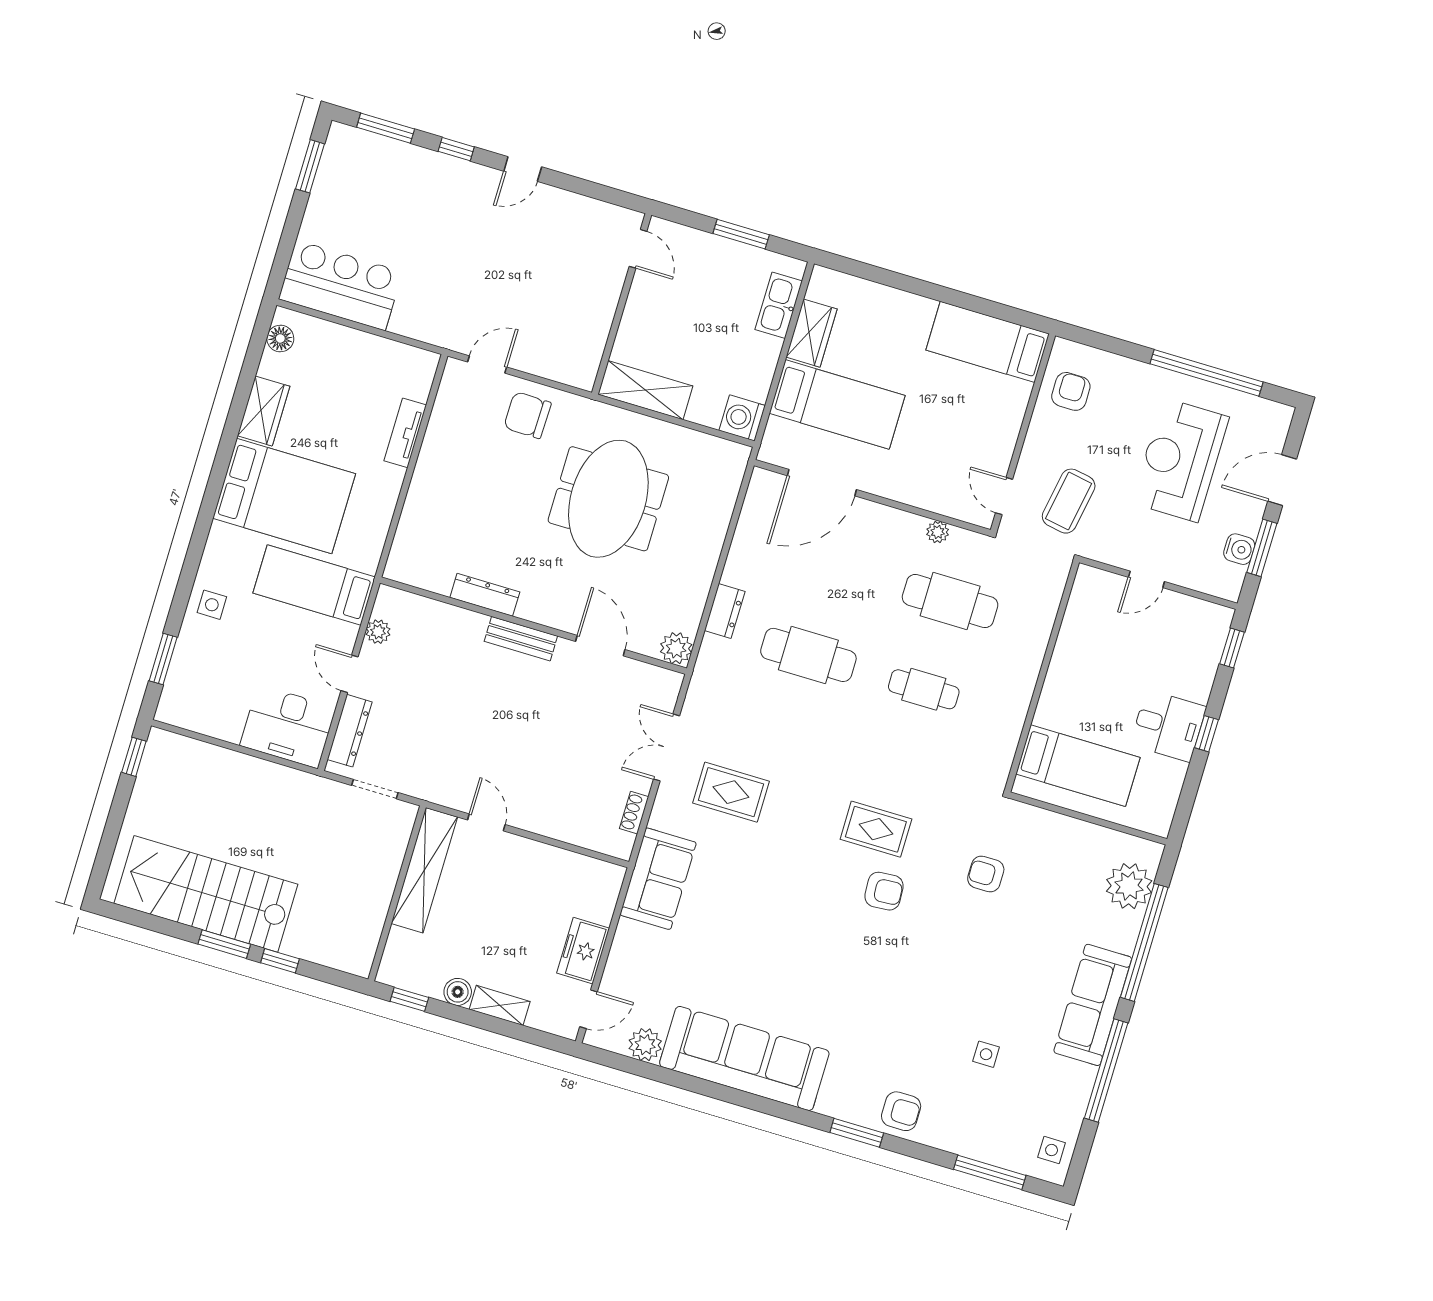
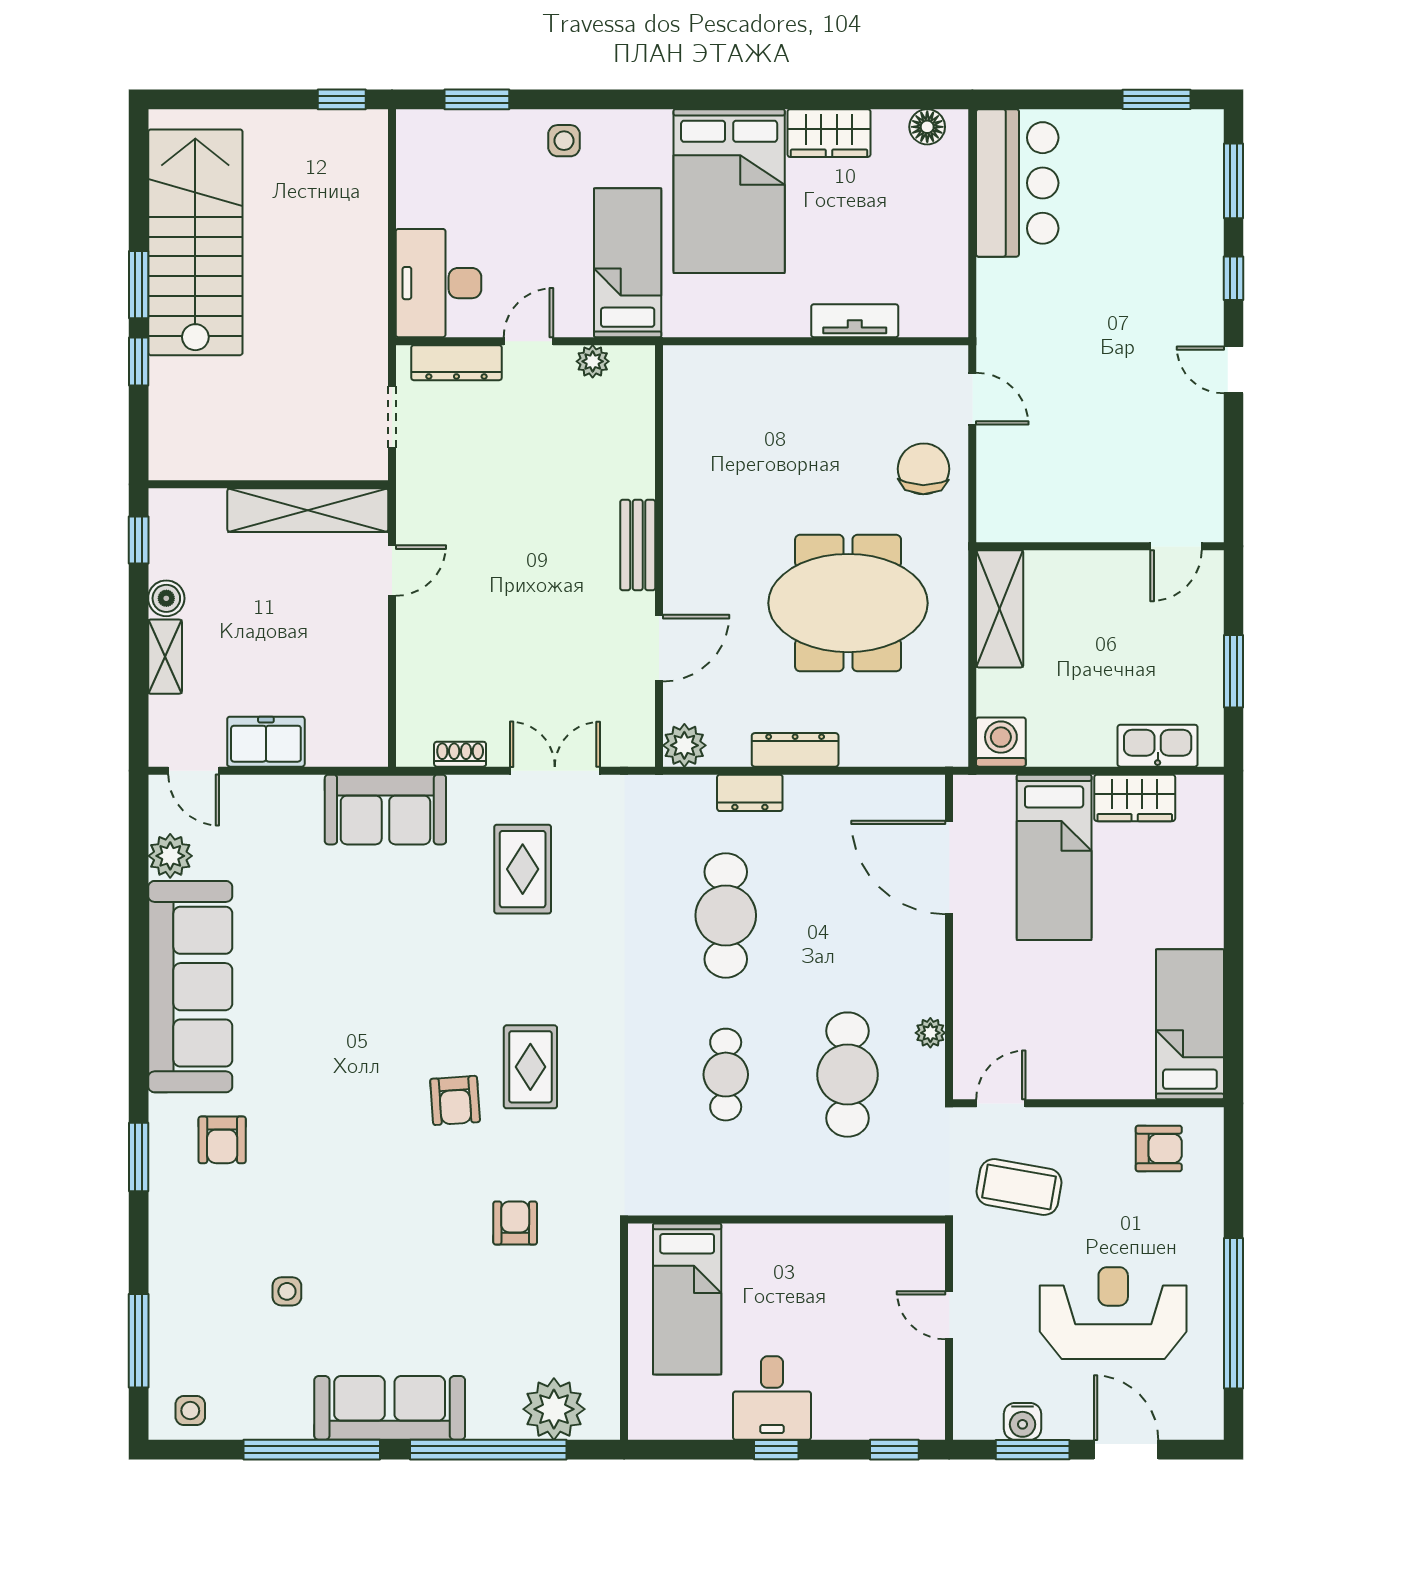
dresser: (485, 595) -> (795, 750), moved, turned -90
armchair: (901, 1111) -> (222, 1140), moved

